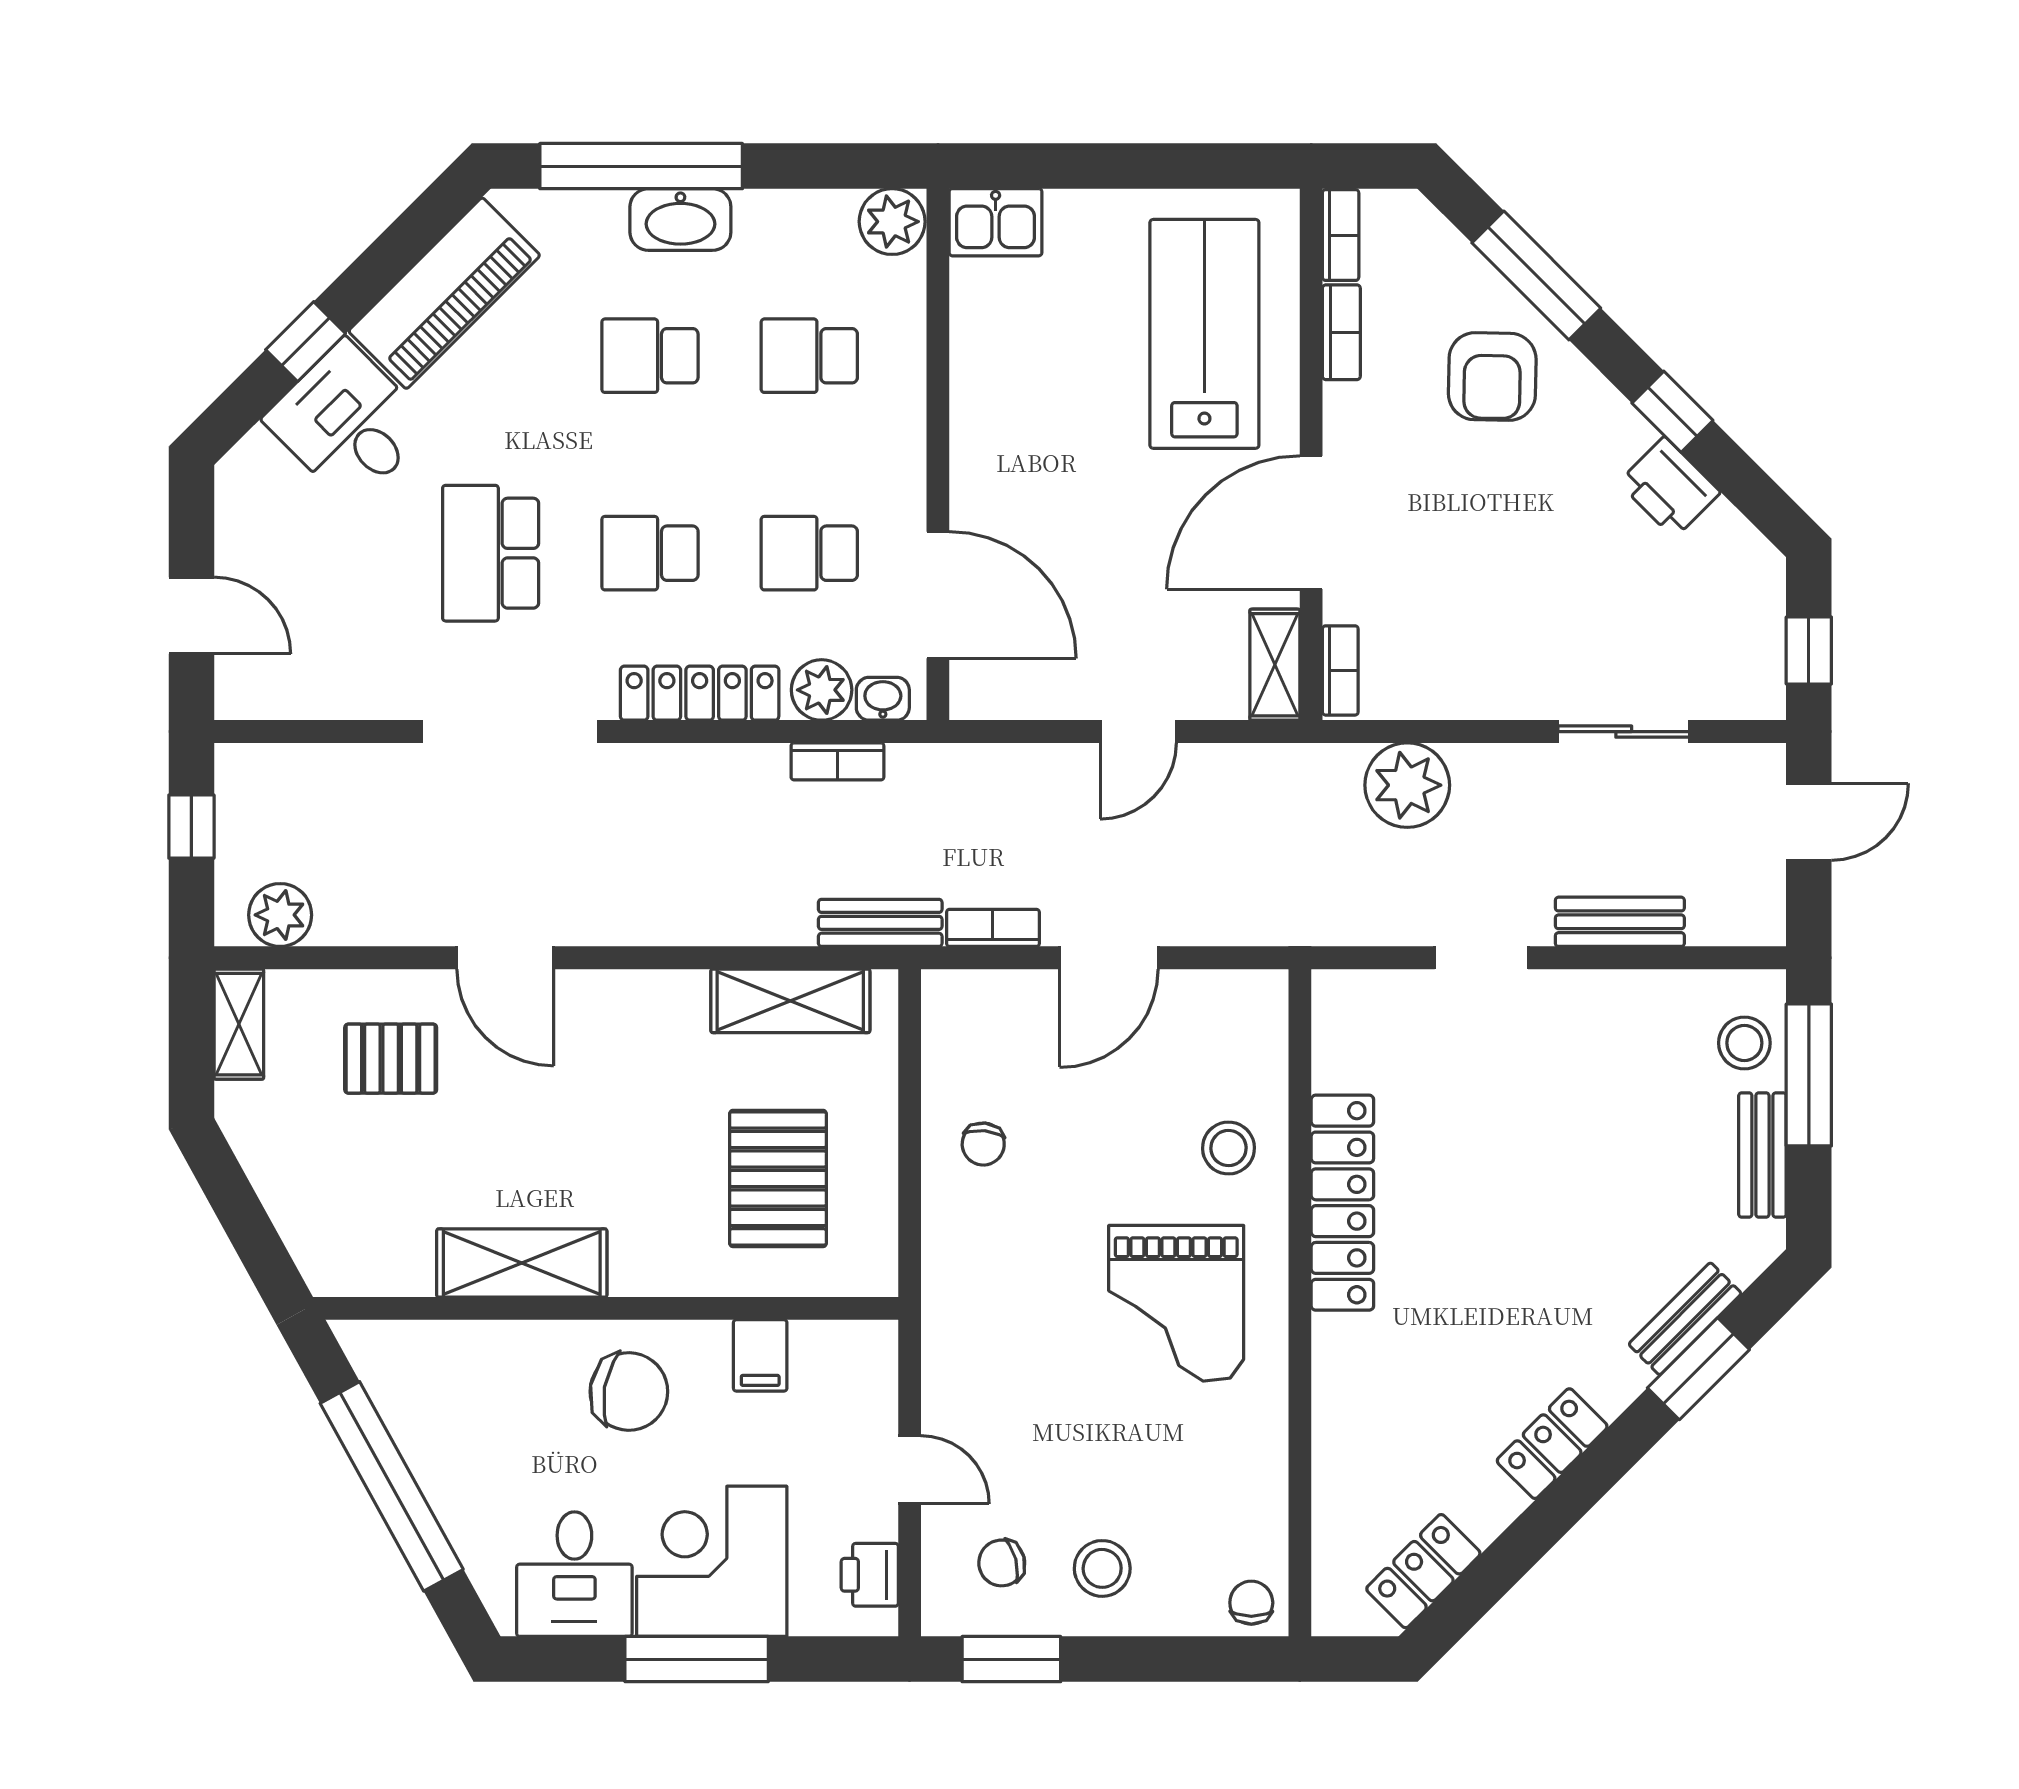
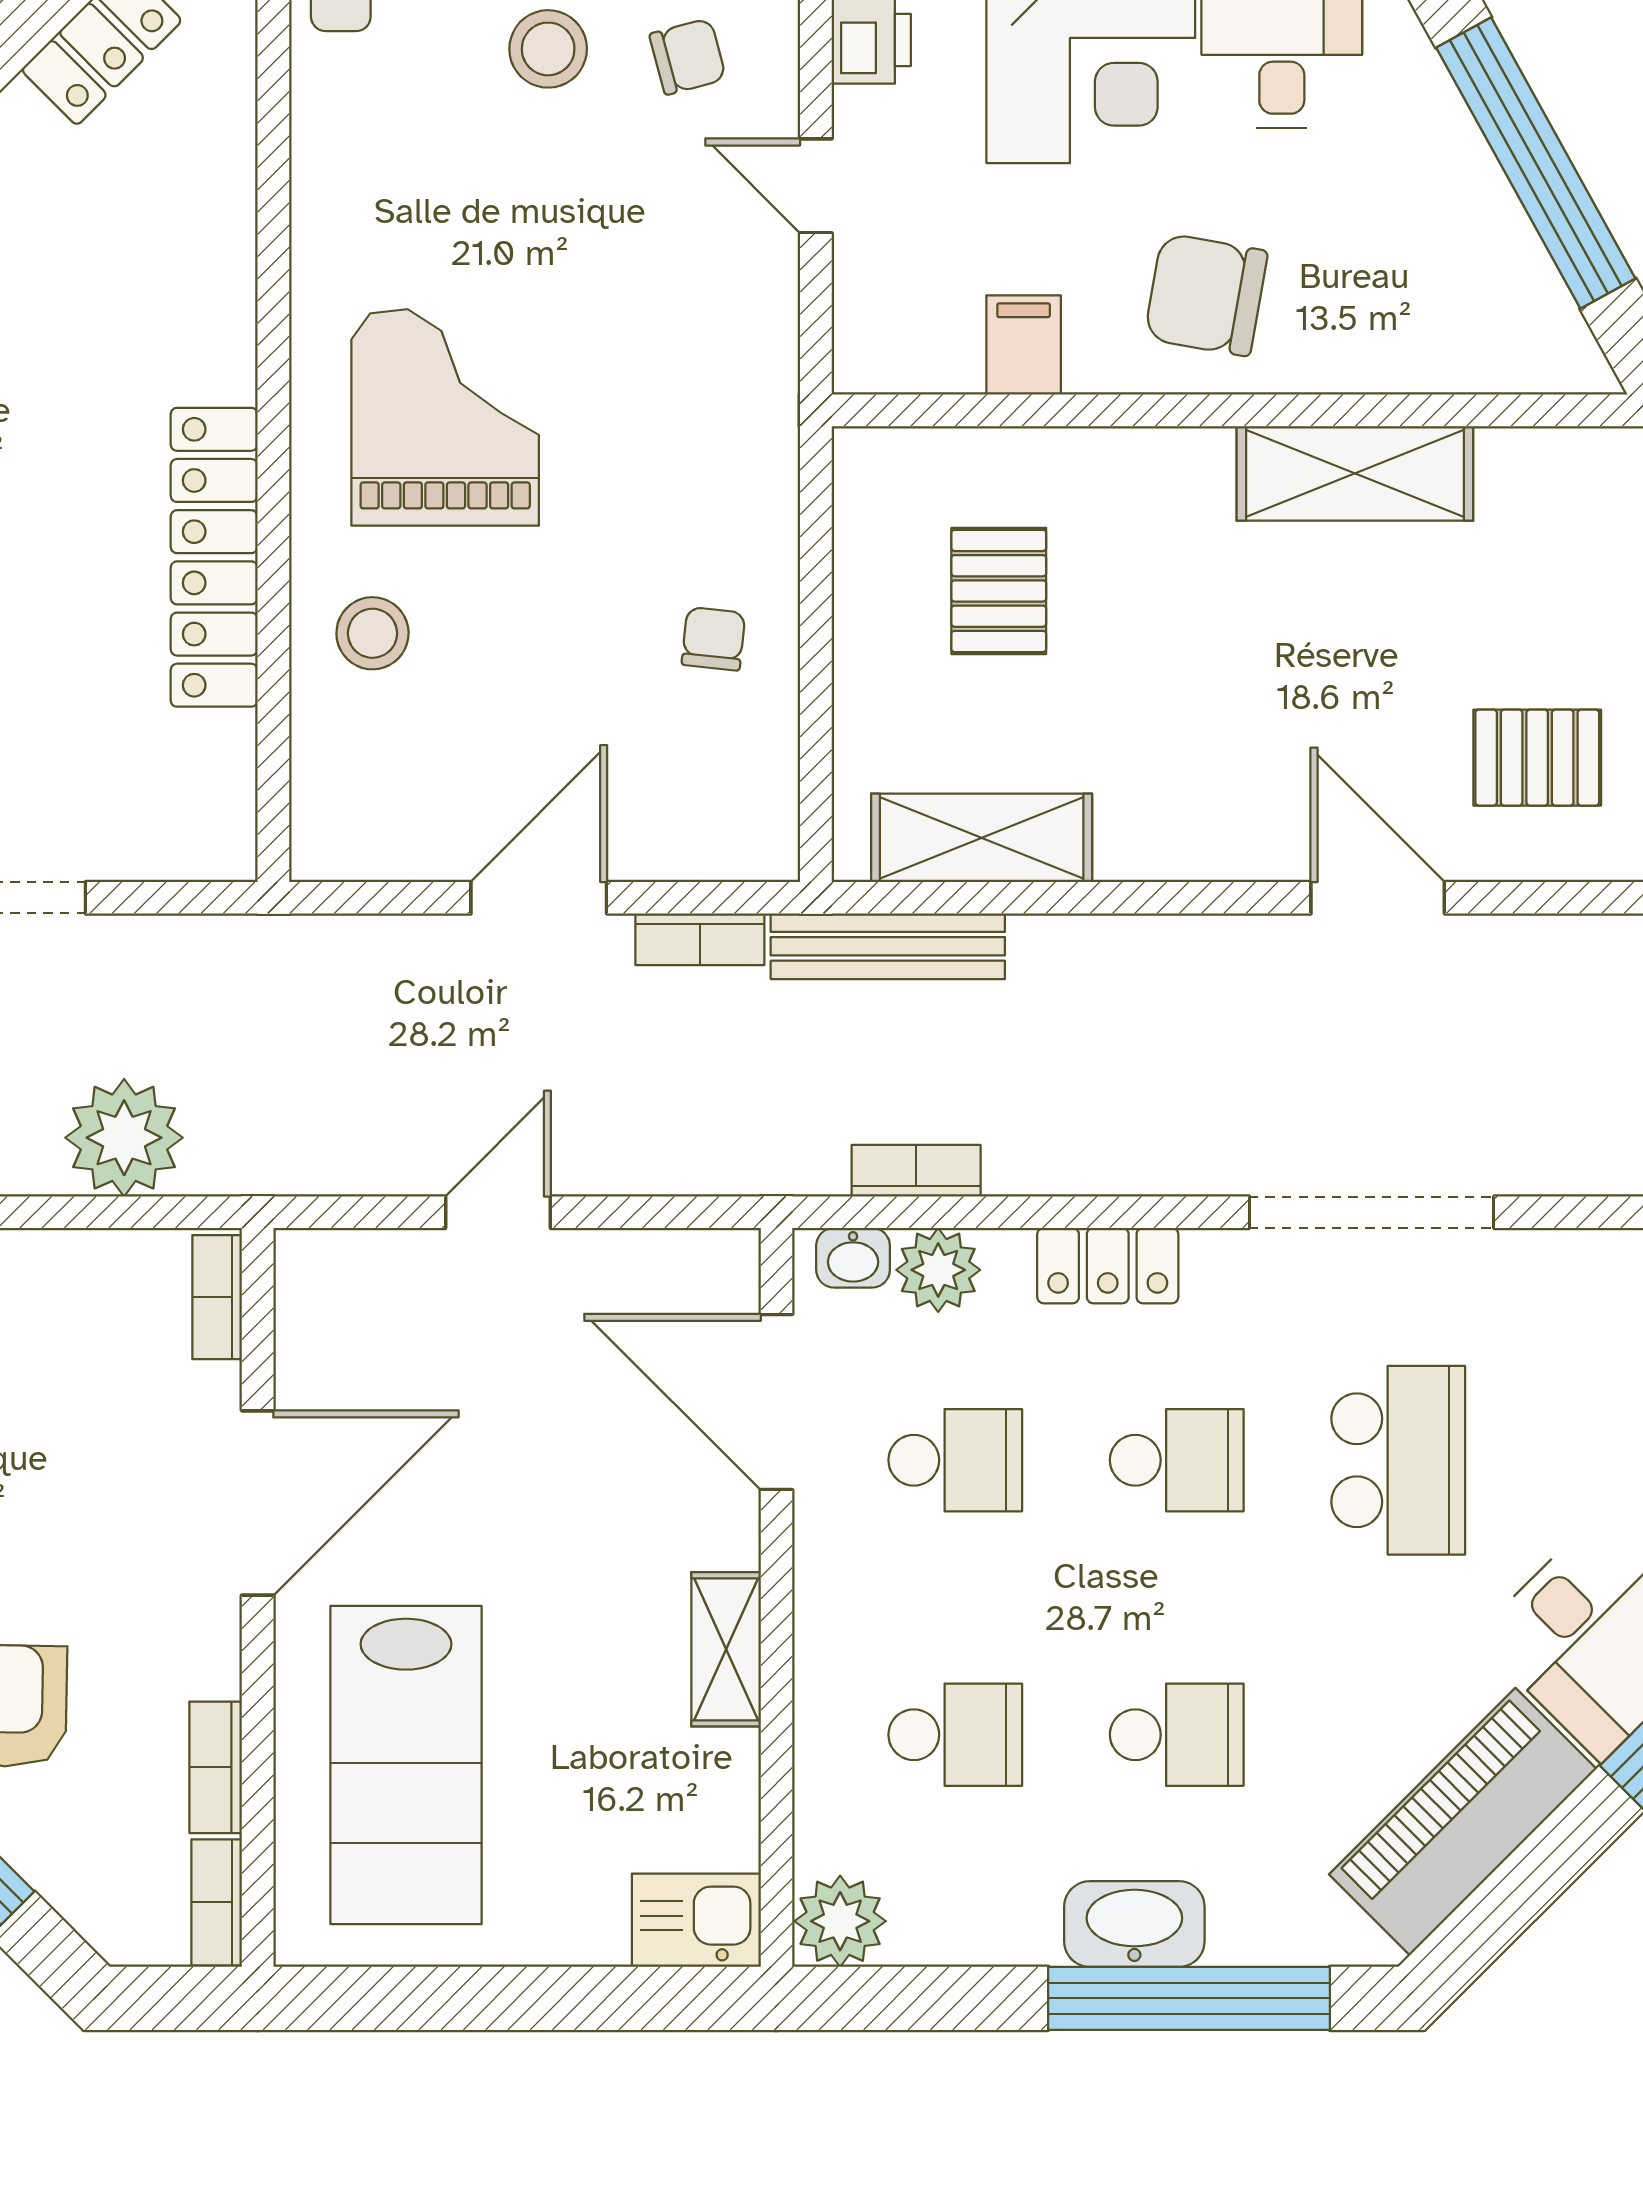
shelving: (1275, 665) -> (726, 1649), moved
locker: (700, 693) -> (1108, 1266), width x0.66
bench: (880, 923) -> (888, 946), width x1.36
pallet: (778, 1178) -> (999, 591), width x0.67, depth x0.71

